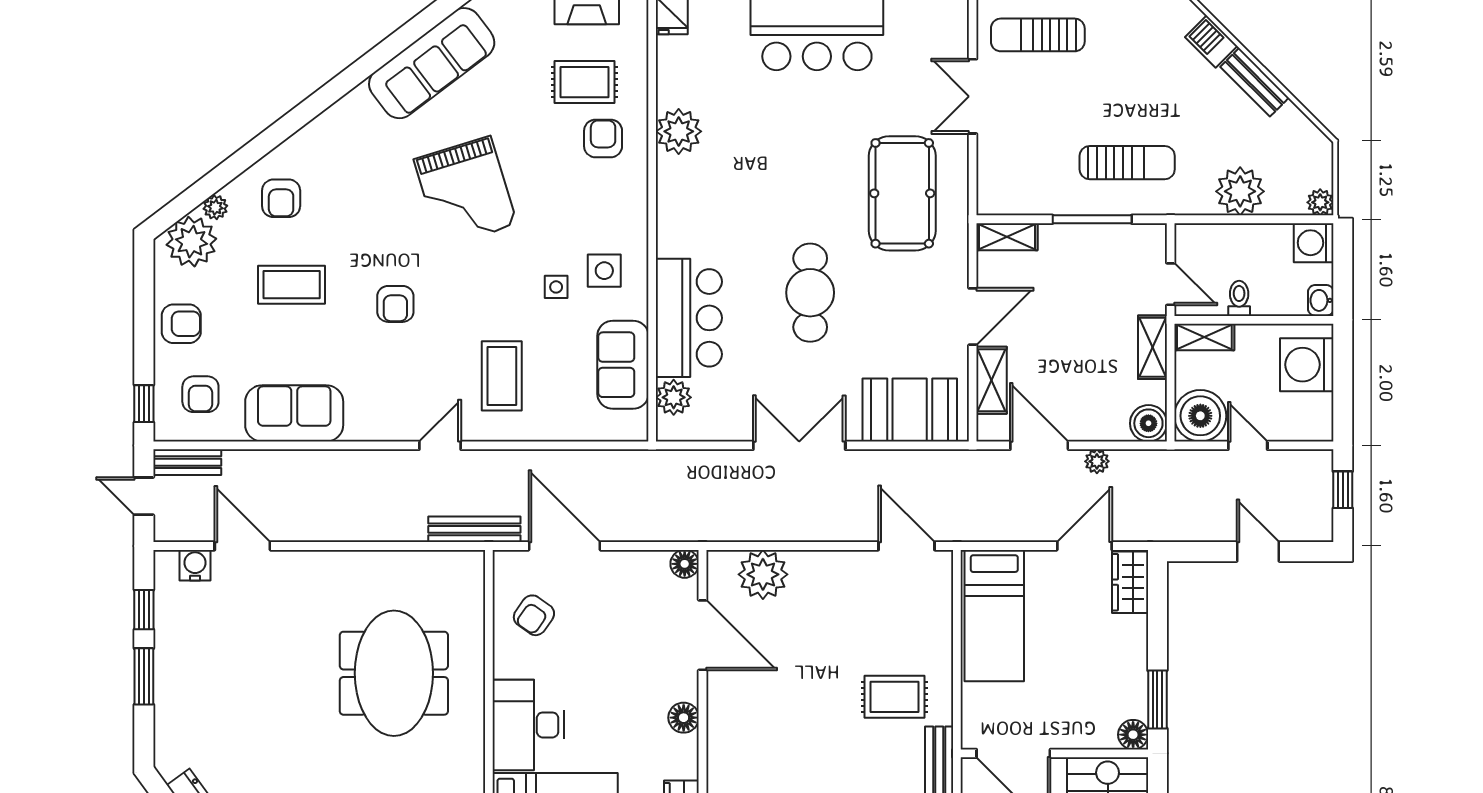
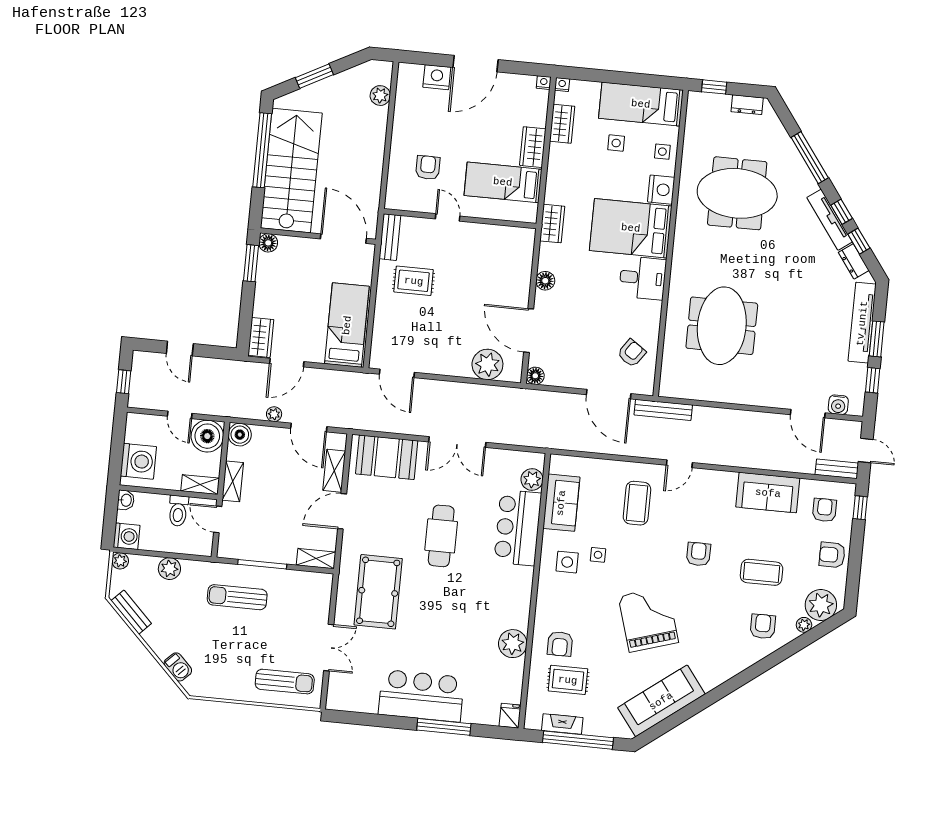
bench: (1255, 82) -> (131, 612), moved
plant: (1240, 191) -> (169, 569), width x0.73, depth x0.73
toilet: (1239, 298) -> (178, 511), width x1.37, depth x1.39
tv unit: (170, 700) -> (862, 323), added
desk: (528, 725) -> (643, 278), width x0.73

